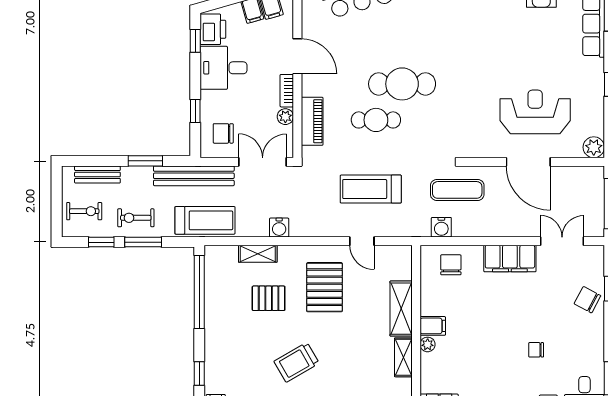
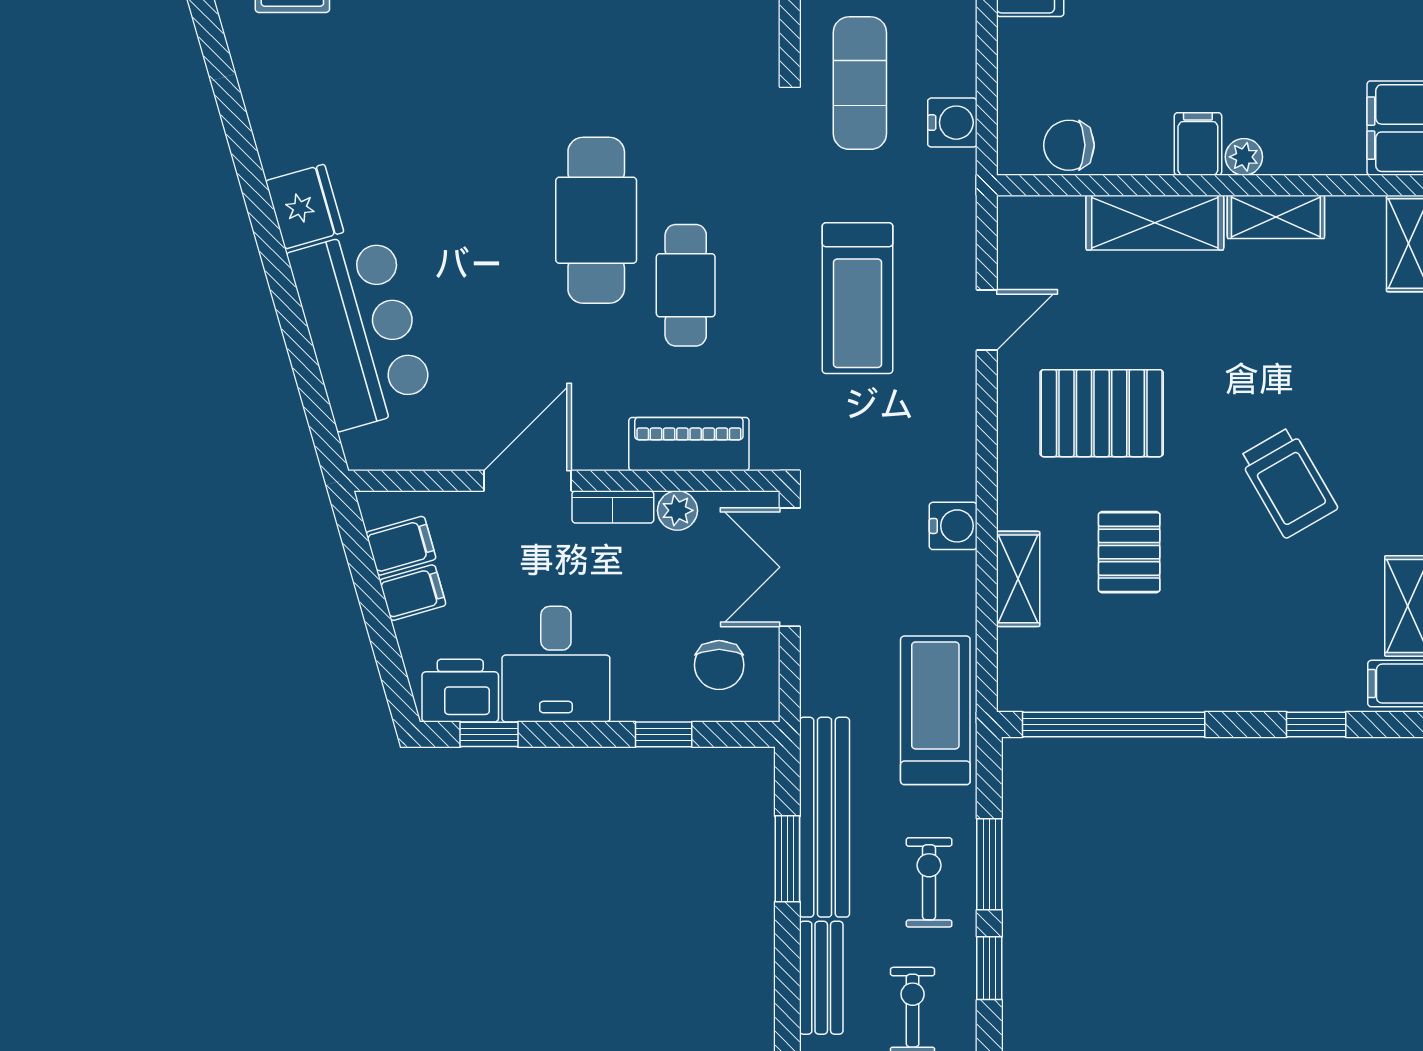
bench: (194, 176) -> (825, 817), moved
exercise bike: (136, 218) -> (929, 882), turned 180
chair: (451, 265) -> (1069, 145), moved

